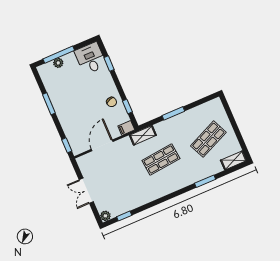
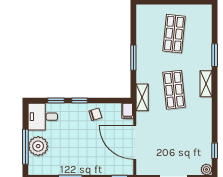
plant: (58, 63) -> (38, 146), width x1.87, depth x1.87
window: (127, 106) -> (79, 100), moved
shop shelf: (208, 139) -> (174, 34), turned 30
door: (102, 145) -> (135, 142), width x1.36
shelving: (234, 160) -> (206, 84), moved

